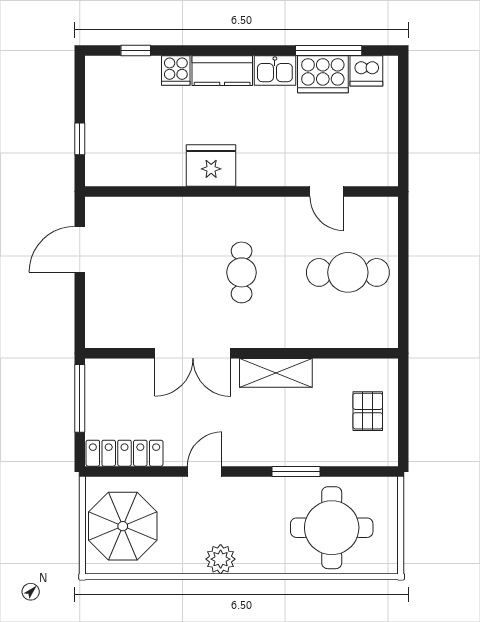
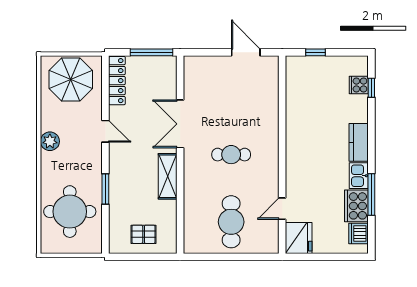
window: (329, 50) -> (371, 195), moved
cooker: (176, 70) -> (359, 85), moved
fridge: (211, 166) -> (299, 238), moved

